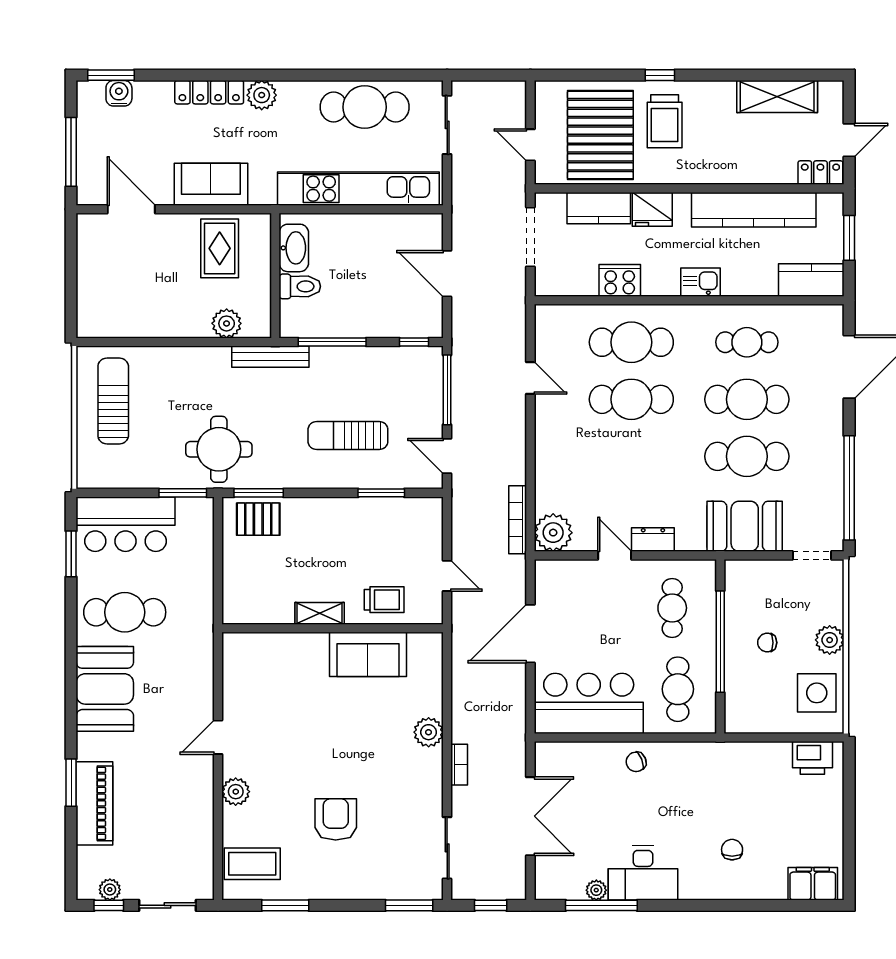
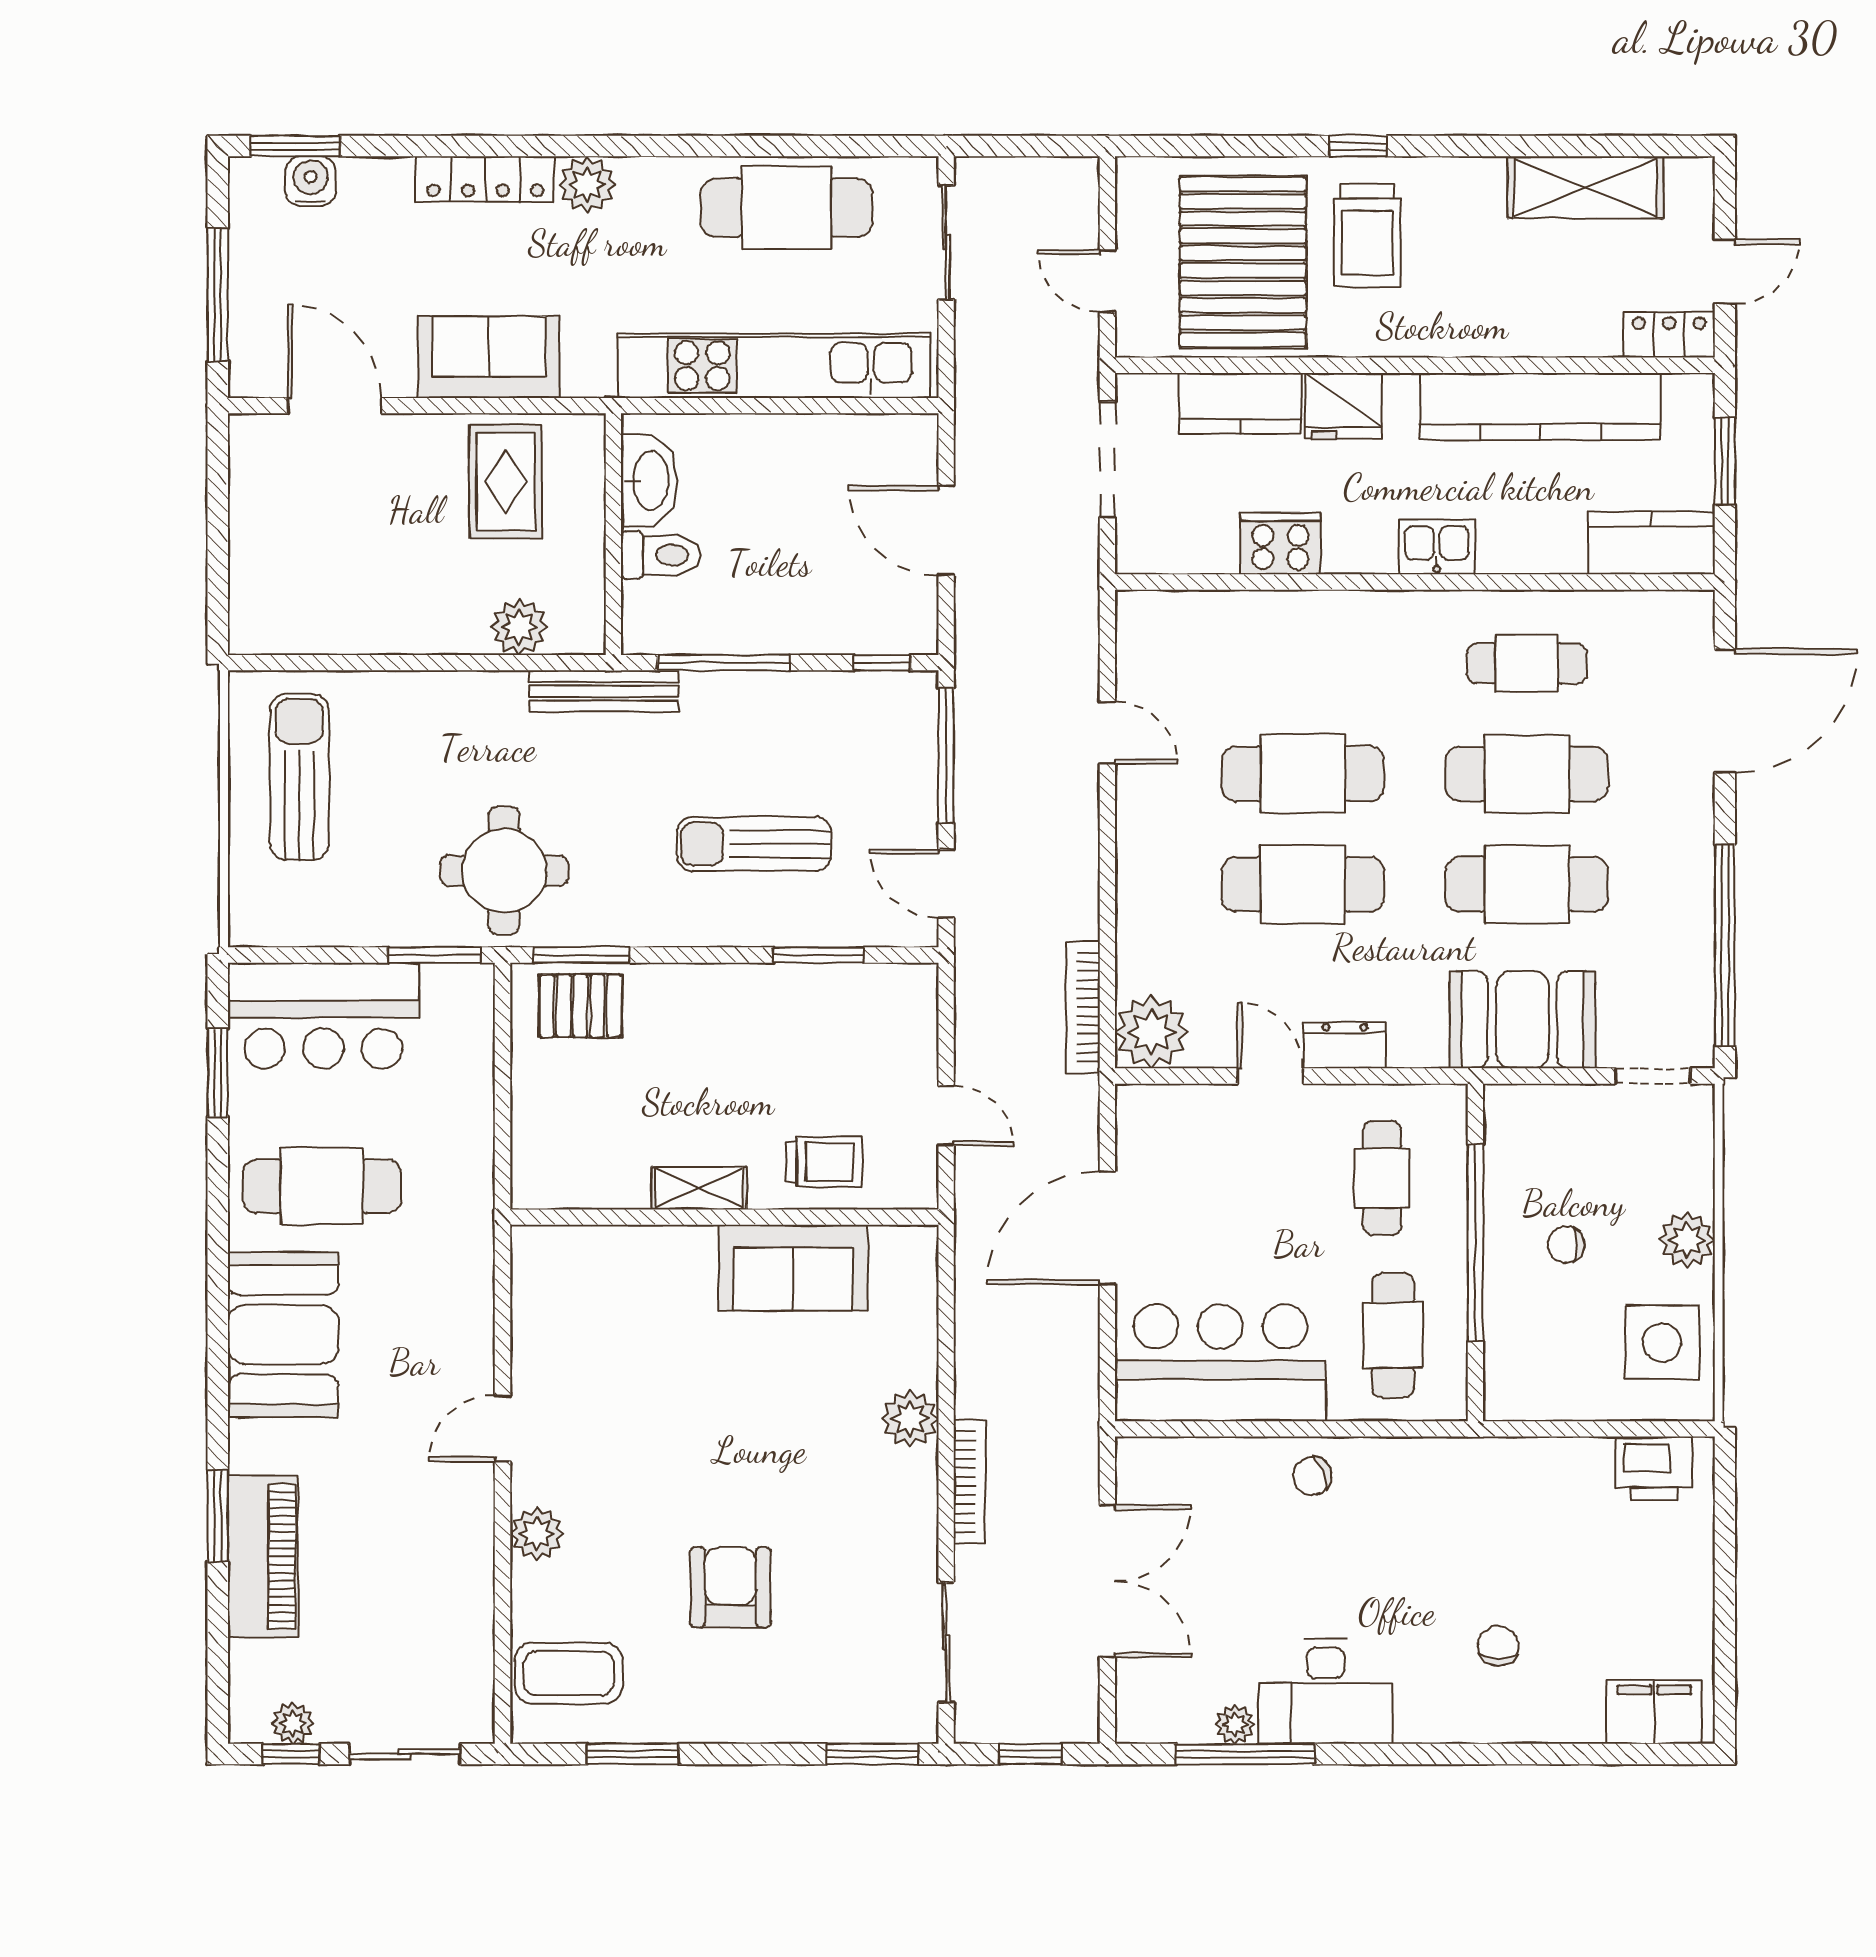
cafe table: (631, 342) -> (1303, 884), moved
bookcase: (459, 765) -> (969, 1481), width x1.56

